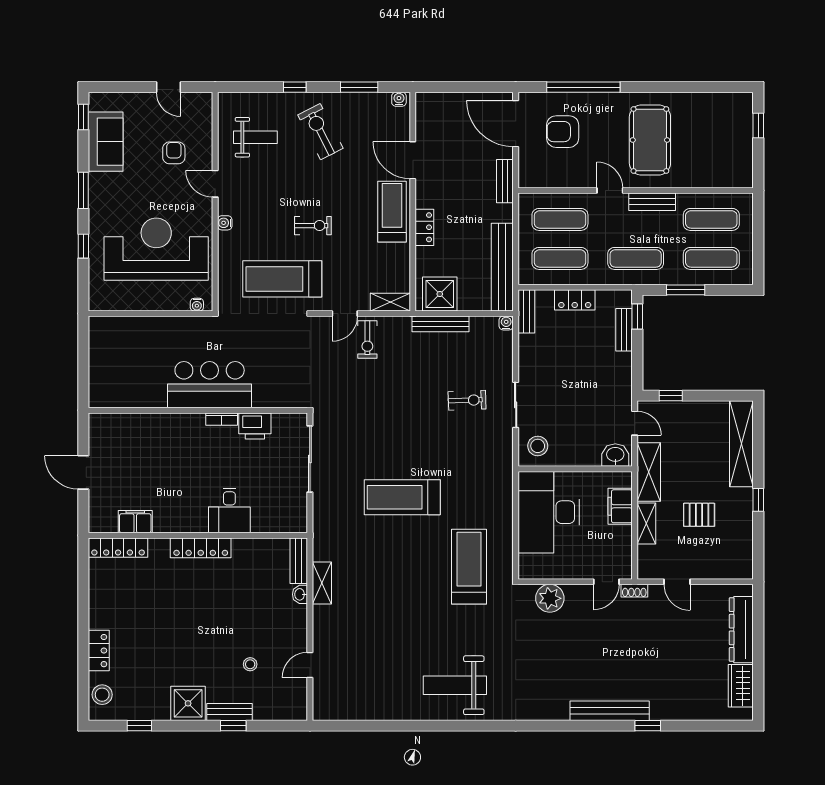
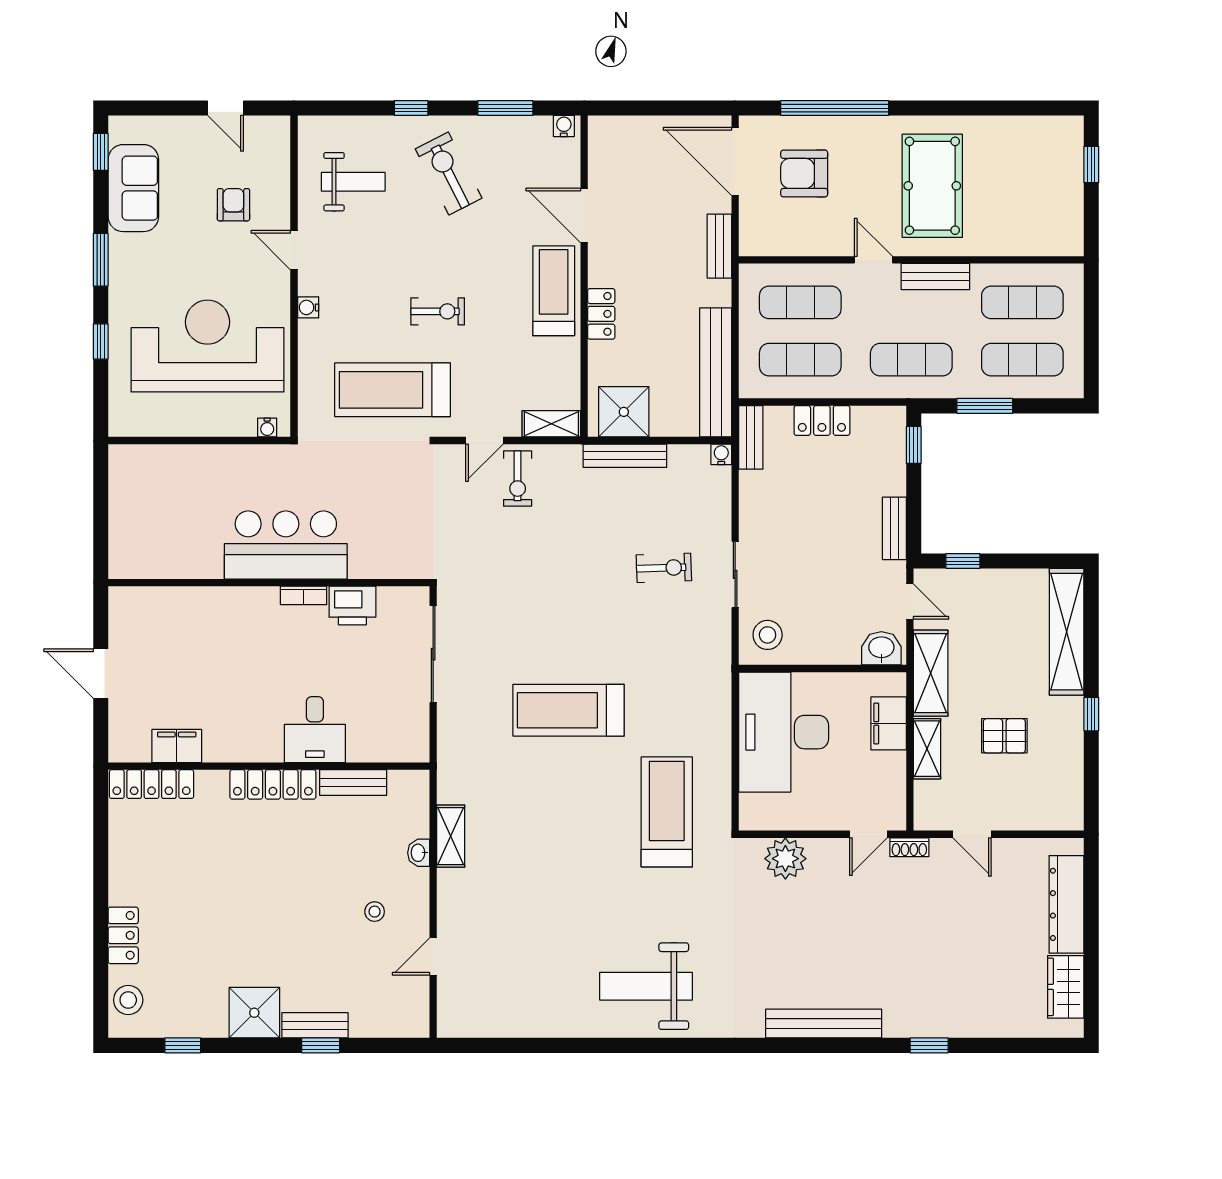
bench: (624, 330) -> (894, 528), moved
bench: (299, 561) -> (353, 783), moved, turned 90
stool: (250, 664) -> (375, 912), moved
bench: (610, 711) -> (824, 1024), moved

